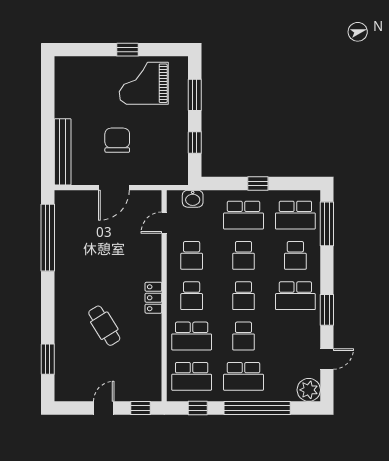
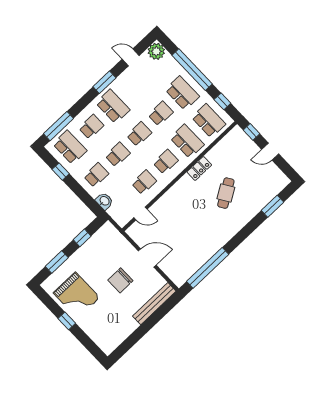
window: (258, 183) -> (61, 172), moved
washbasin: (193, 199) -> (104, 201), moved
school desk: (243, 215) -> (96, 175), width x0.54
locker: (153, 298) -> (199, 168), moved

